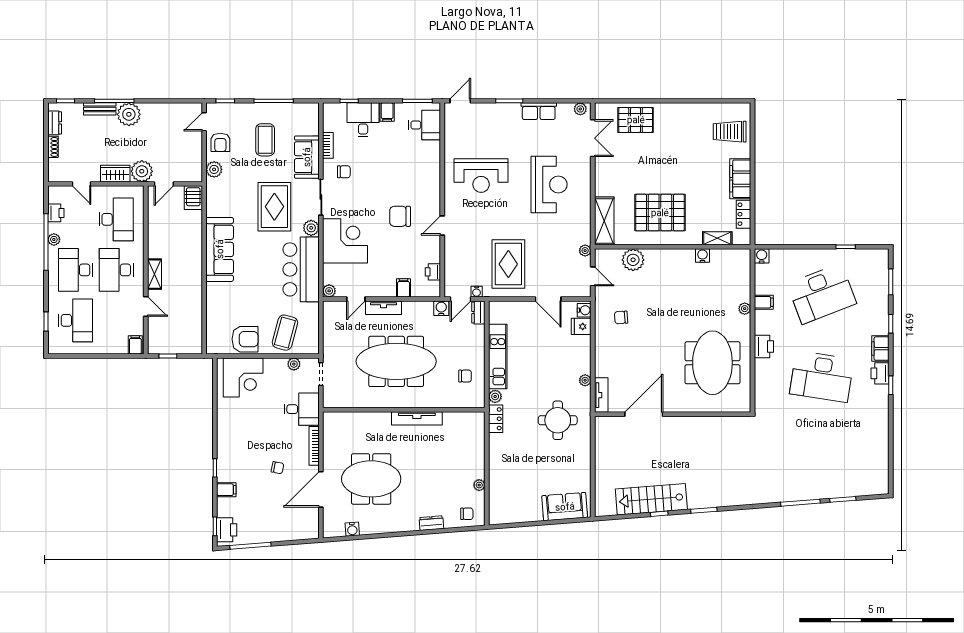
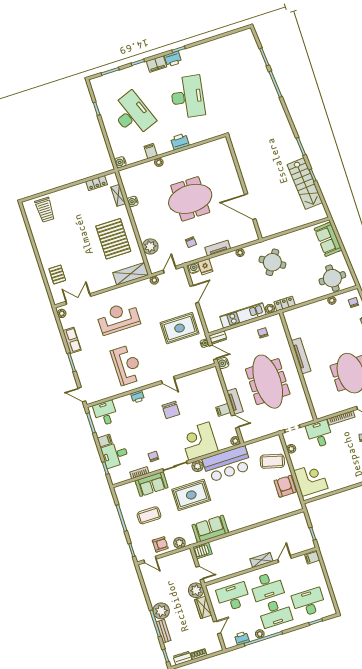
pallet: (636, 120) -> (57, 275), width x0.67, depth x0.71
filing cabinet: (740, 179) -> (74, 193), removed
sofa: (220, 249) -> (210, 529), moved, width x0.73
printer: (433, 272) -> (138, 397), moved
filing cabinet: (403, 288) -> (223, 410), moved
meeting table: (712, 363) -> (190, 199), moved
tv unit: (601, 395) -> (218, 248), moved
round table: (558, 420) -> (272, 262), turned 33
round table: (509, 496) -> (332, 278), added

